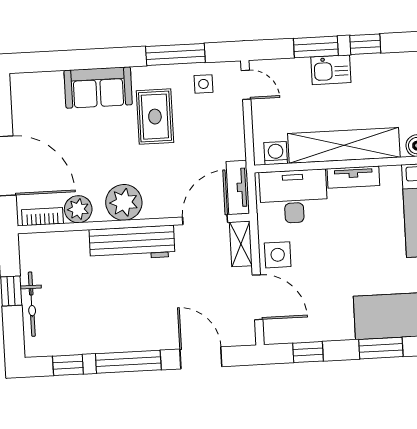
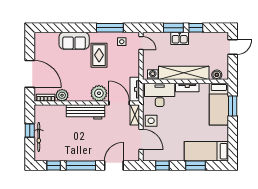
plant: (124, 202) -> (99, 93), moved
door: (205, 220) -> (119, 103), hinge flipped
door: (201, 358) -> (114, 165), hinge flipped

